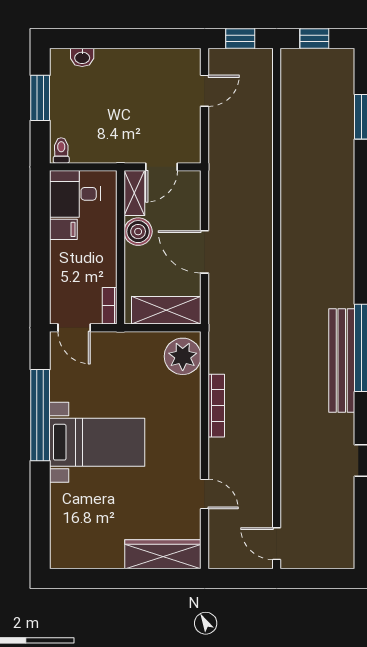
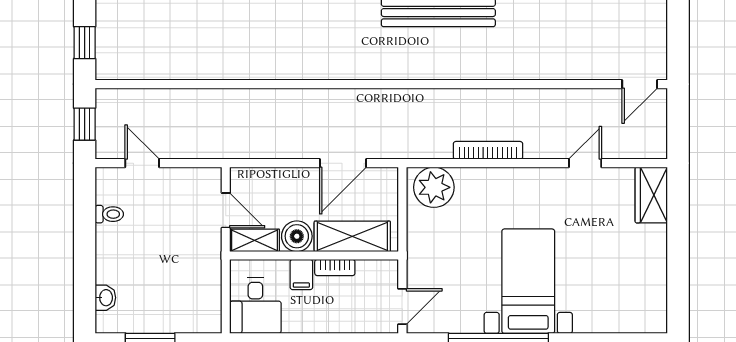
toilet: (61, 150) -> (109, 214), moved, turned 180
filing cabinet: (63, 229) -> (301, 275), moved, turned 180
door: (205, 252) -> (343, 163), moved
bookcase: (110, 306) -> (335, 268), moved
shelving: (166, 310) -> (352, 236), moved, turned 90
wardrobe: (163, 554) -> (651, 195), width x0.67

